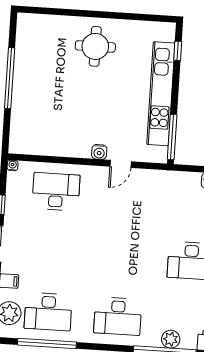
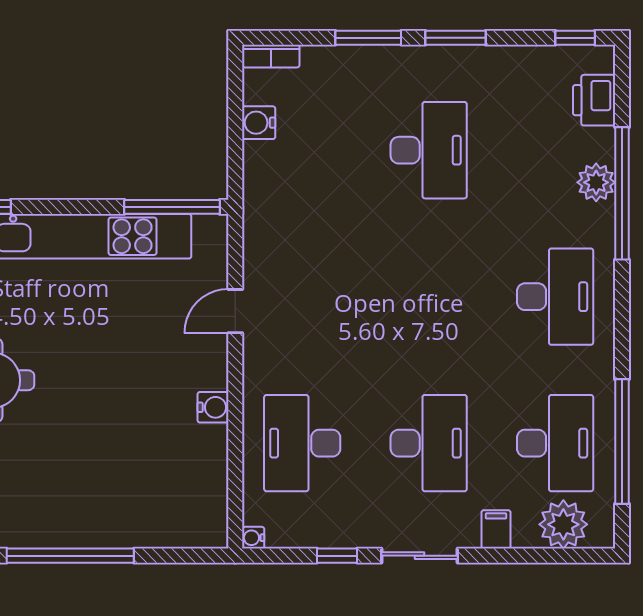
water cooler: (99, 152) -> (213, 407), moved
door: (121, 164) -> (235, 311), swing flipped
desk: (52, 252) -> (429, 443), added

